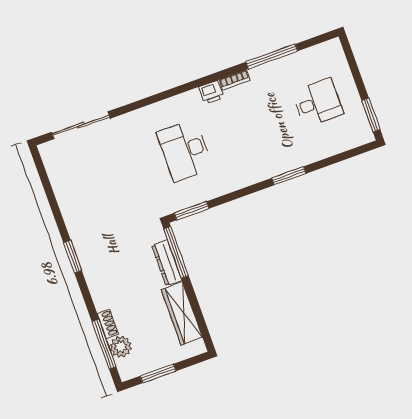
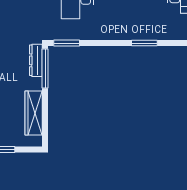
dresser: (167, 263) -> (36, 60), moved

